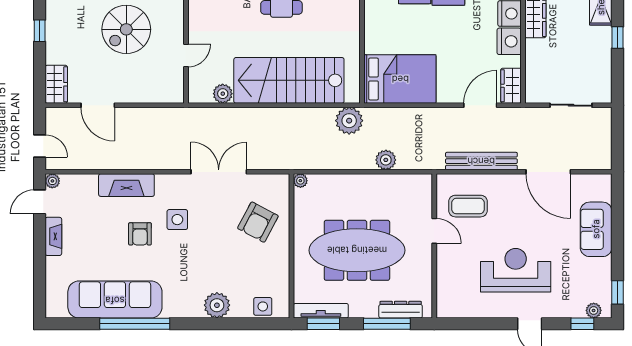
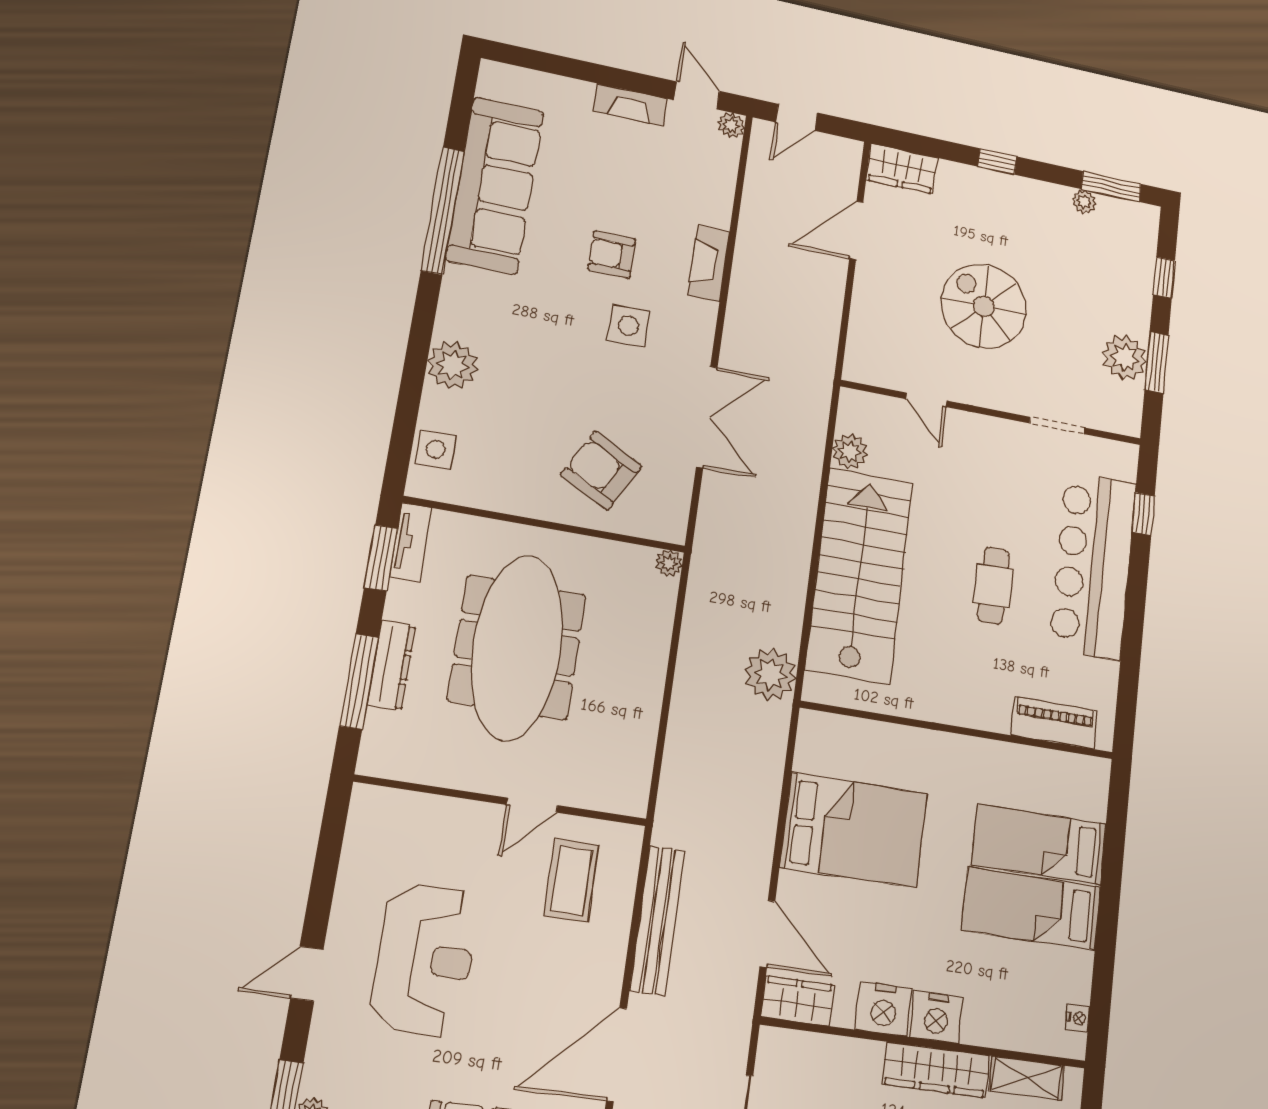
bed: (400, 79) -> (854, 830), moved, turned -90
plant: (386, 160) -> (686, 732), removed
fireplace: (126, 185) -> (709, 263), width x0.73, depth x0.76
dresser: (401, 310) -> (391, 665), moved
tv unit: (321, 311) -> (411, 542), width x0.71

